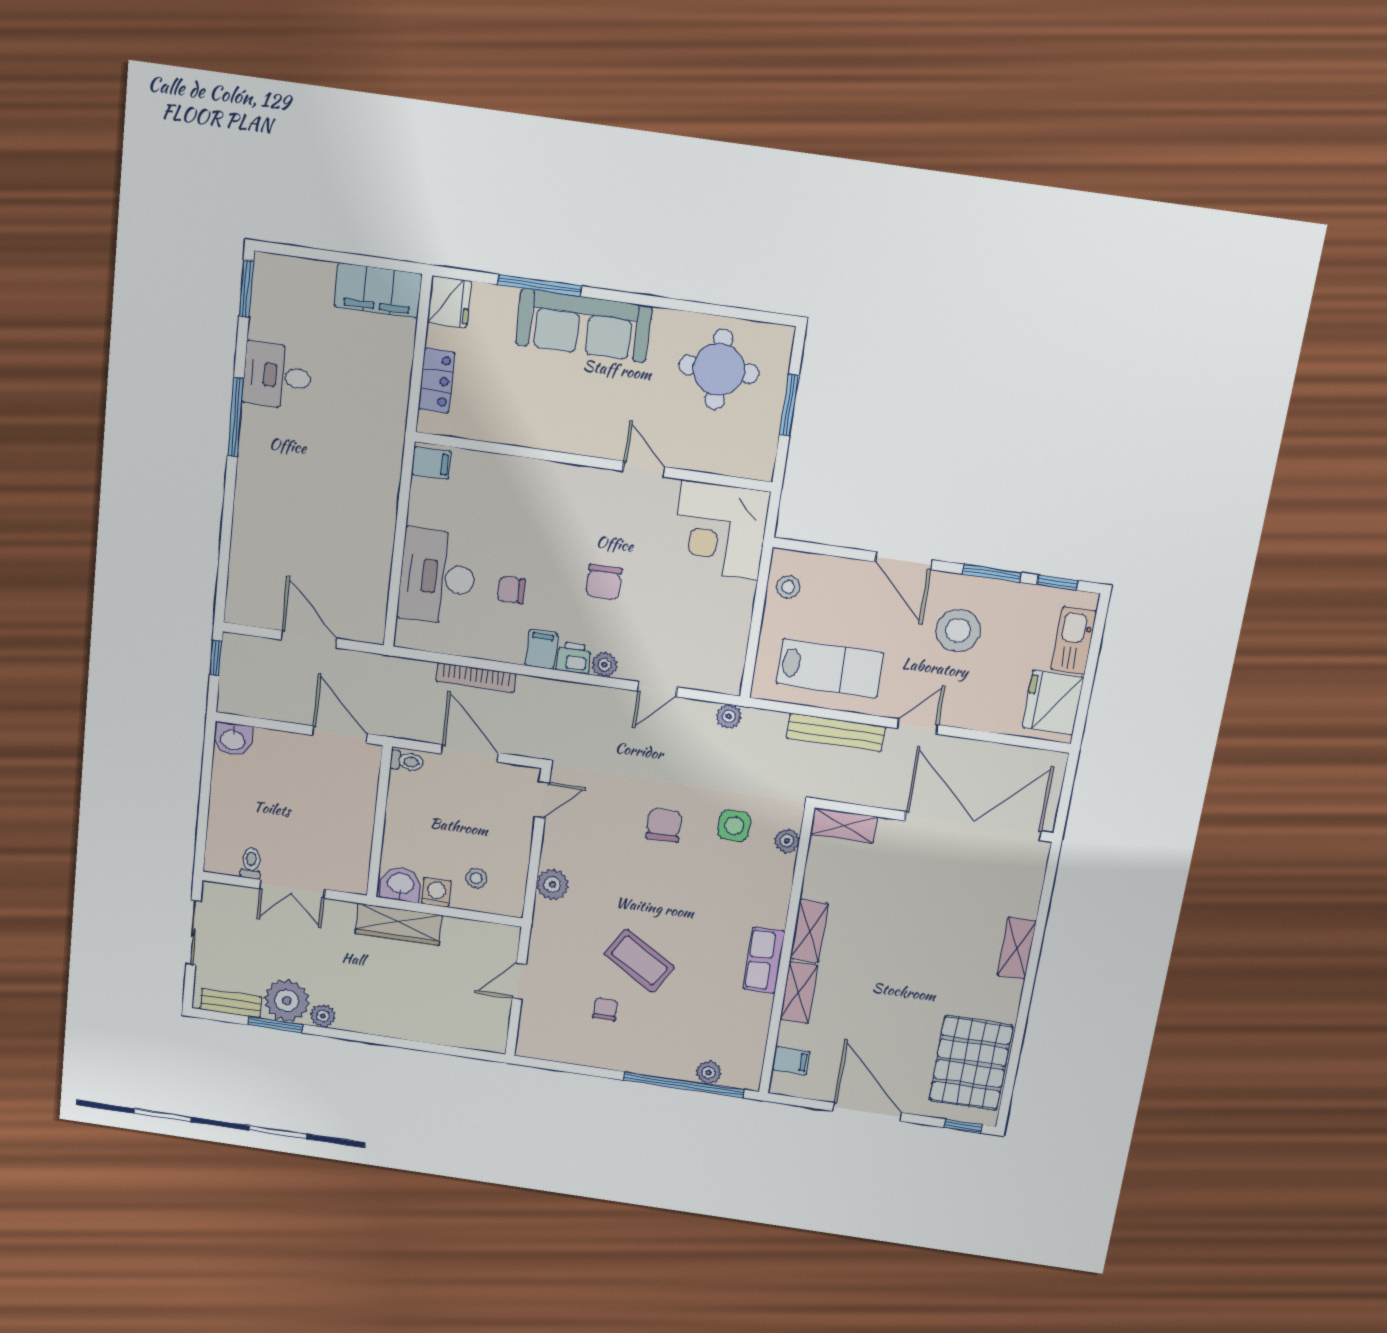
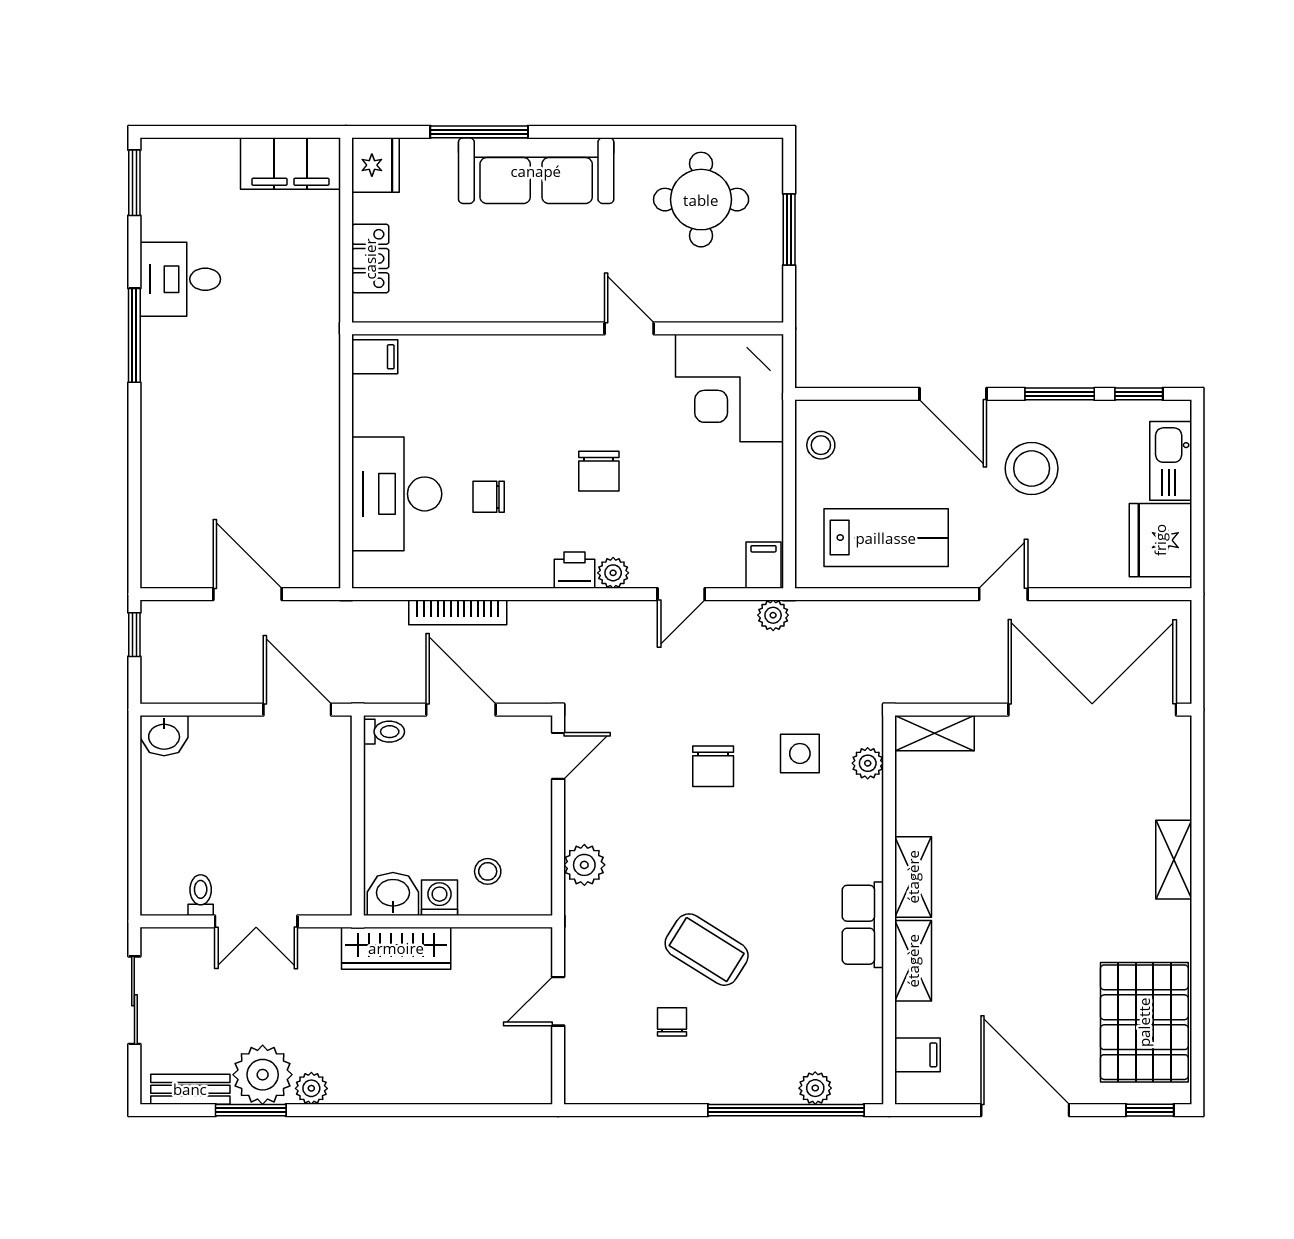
filing cabinet: (542, 649) -> (763, 565), moved
bench: (836, 733) -> (906, 616), removed
chair: (664, 825) -> (713, 766), turned 180

